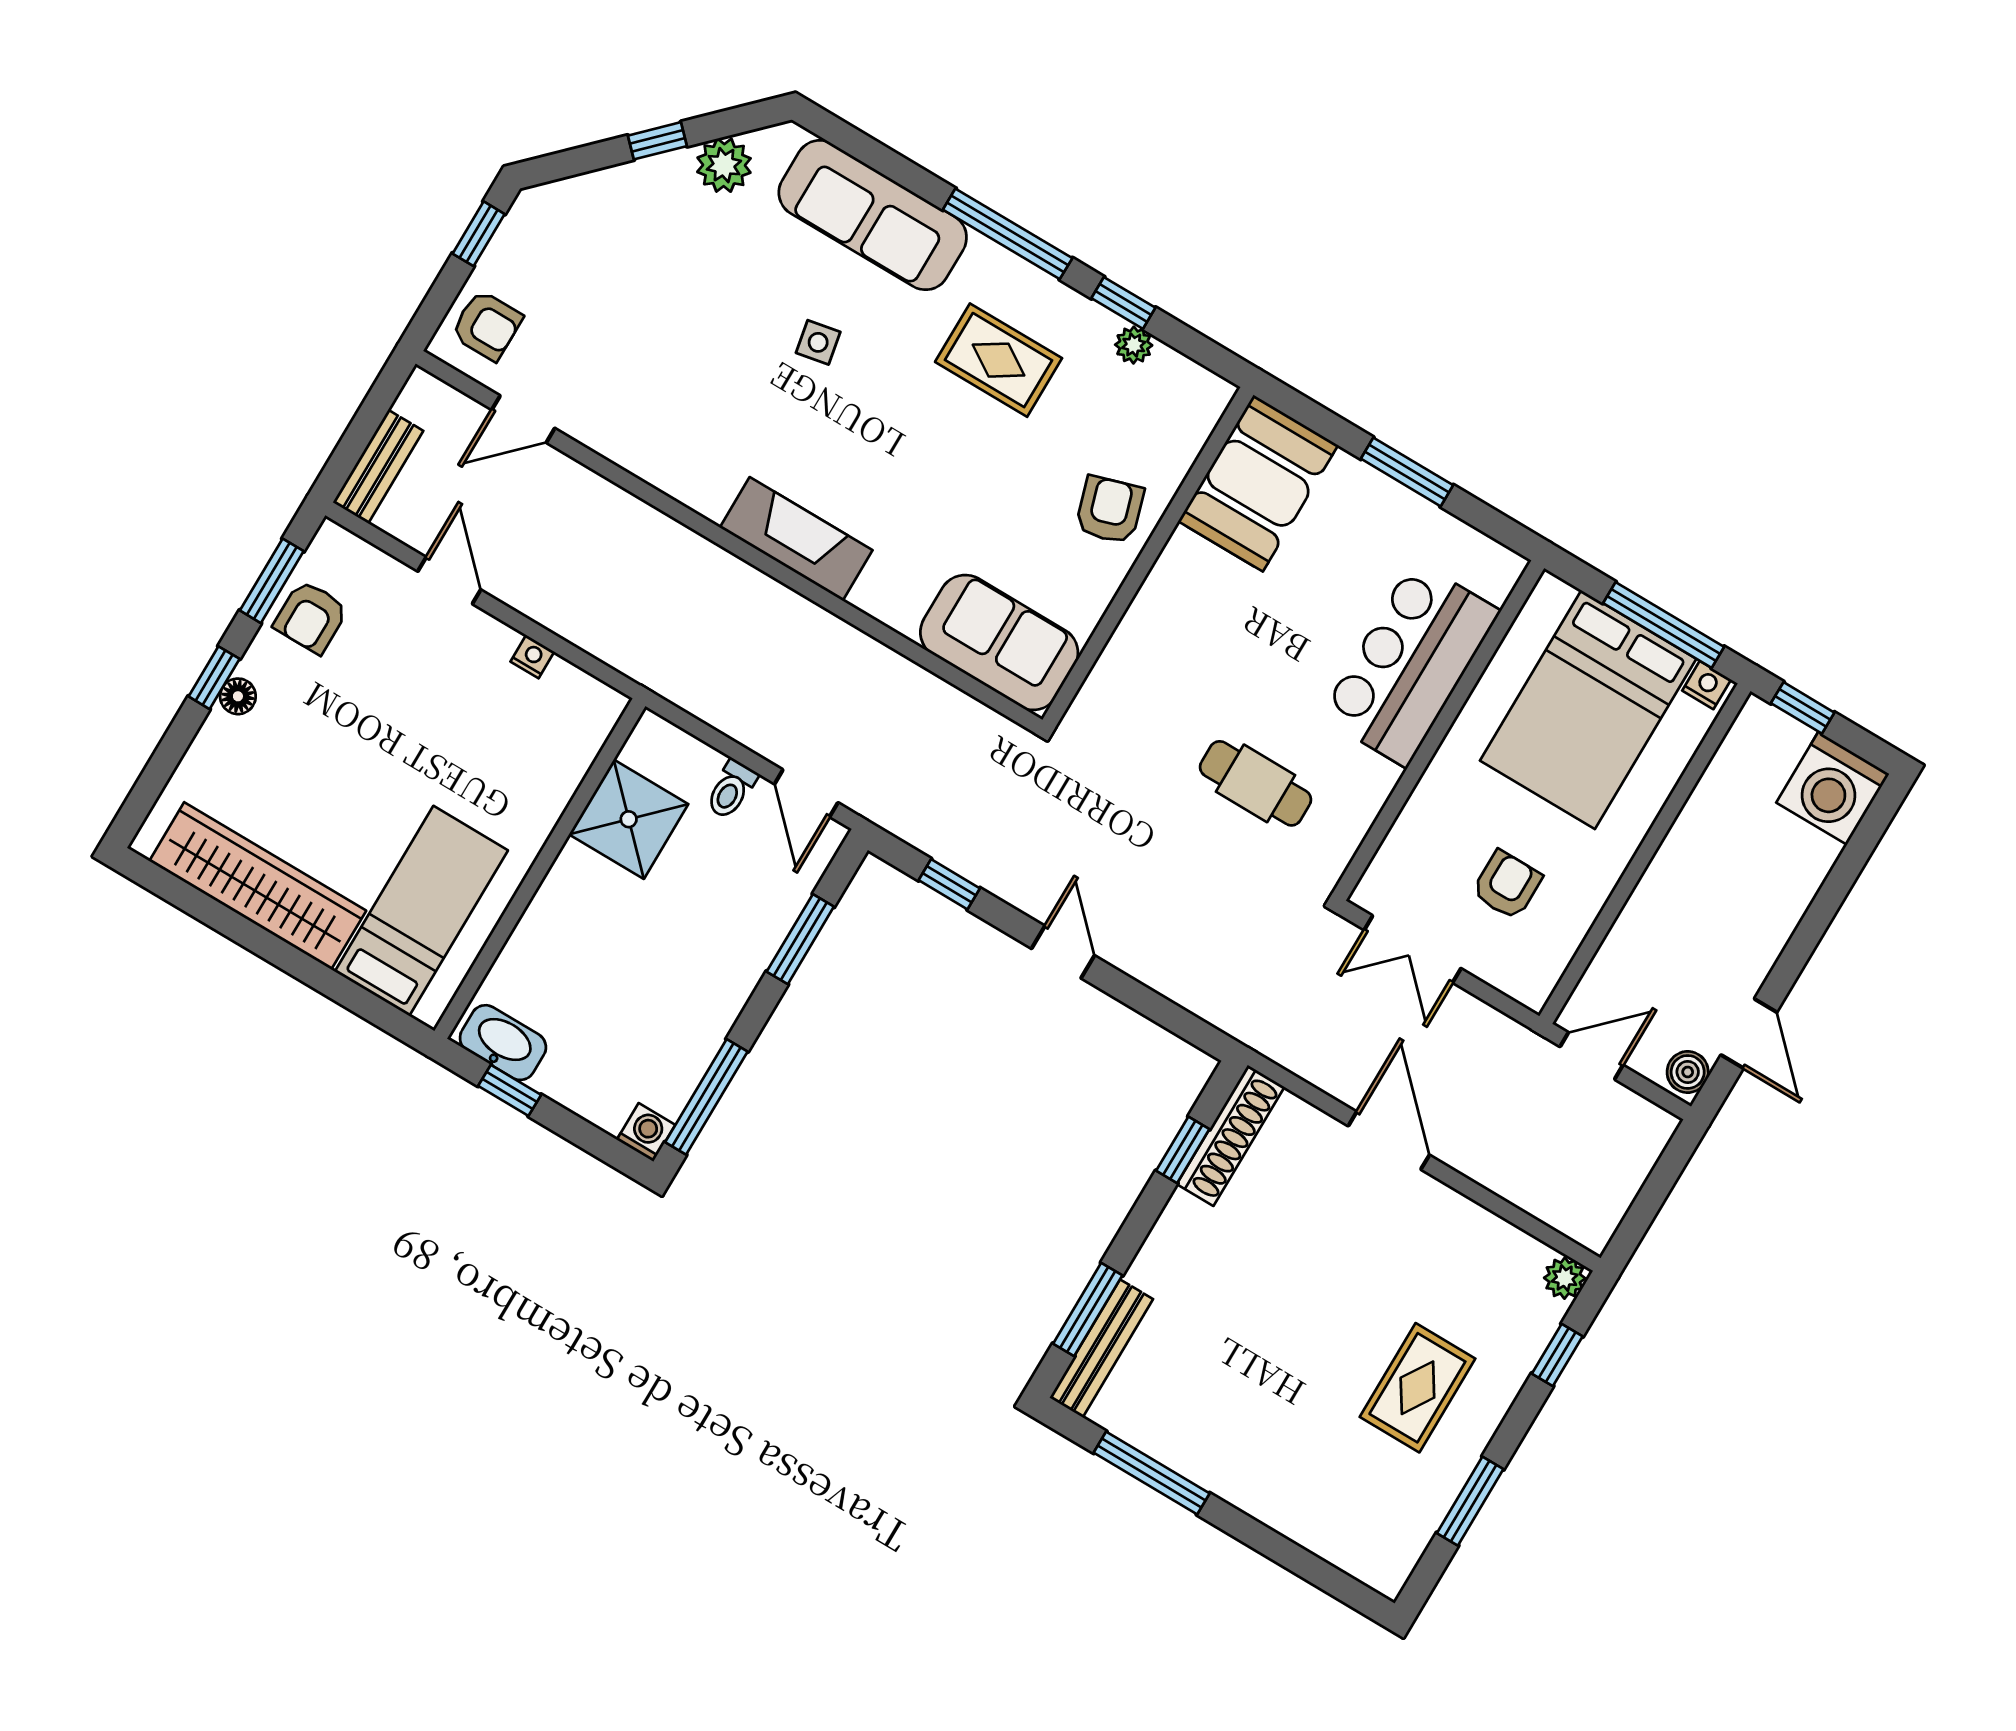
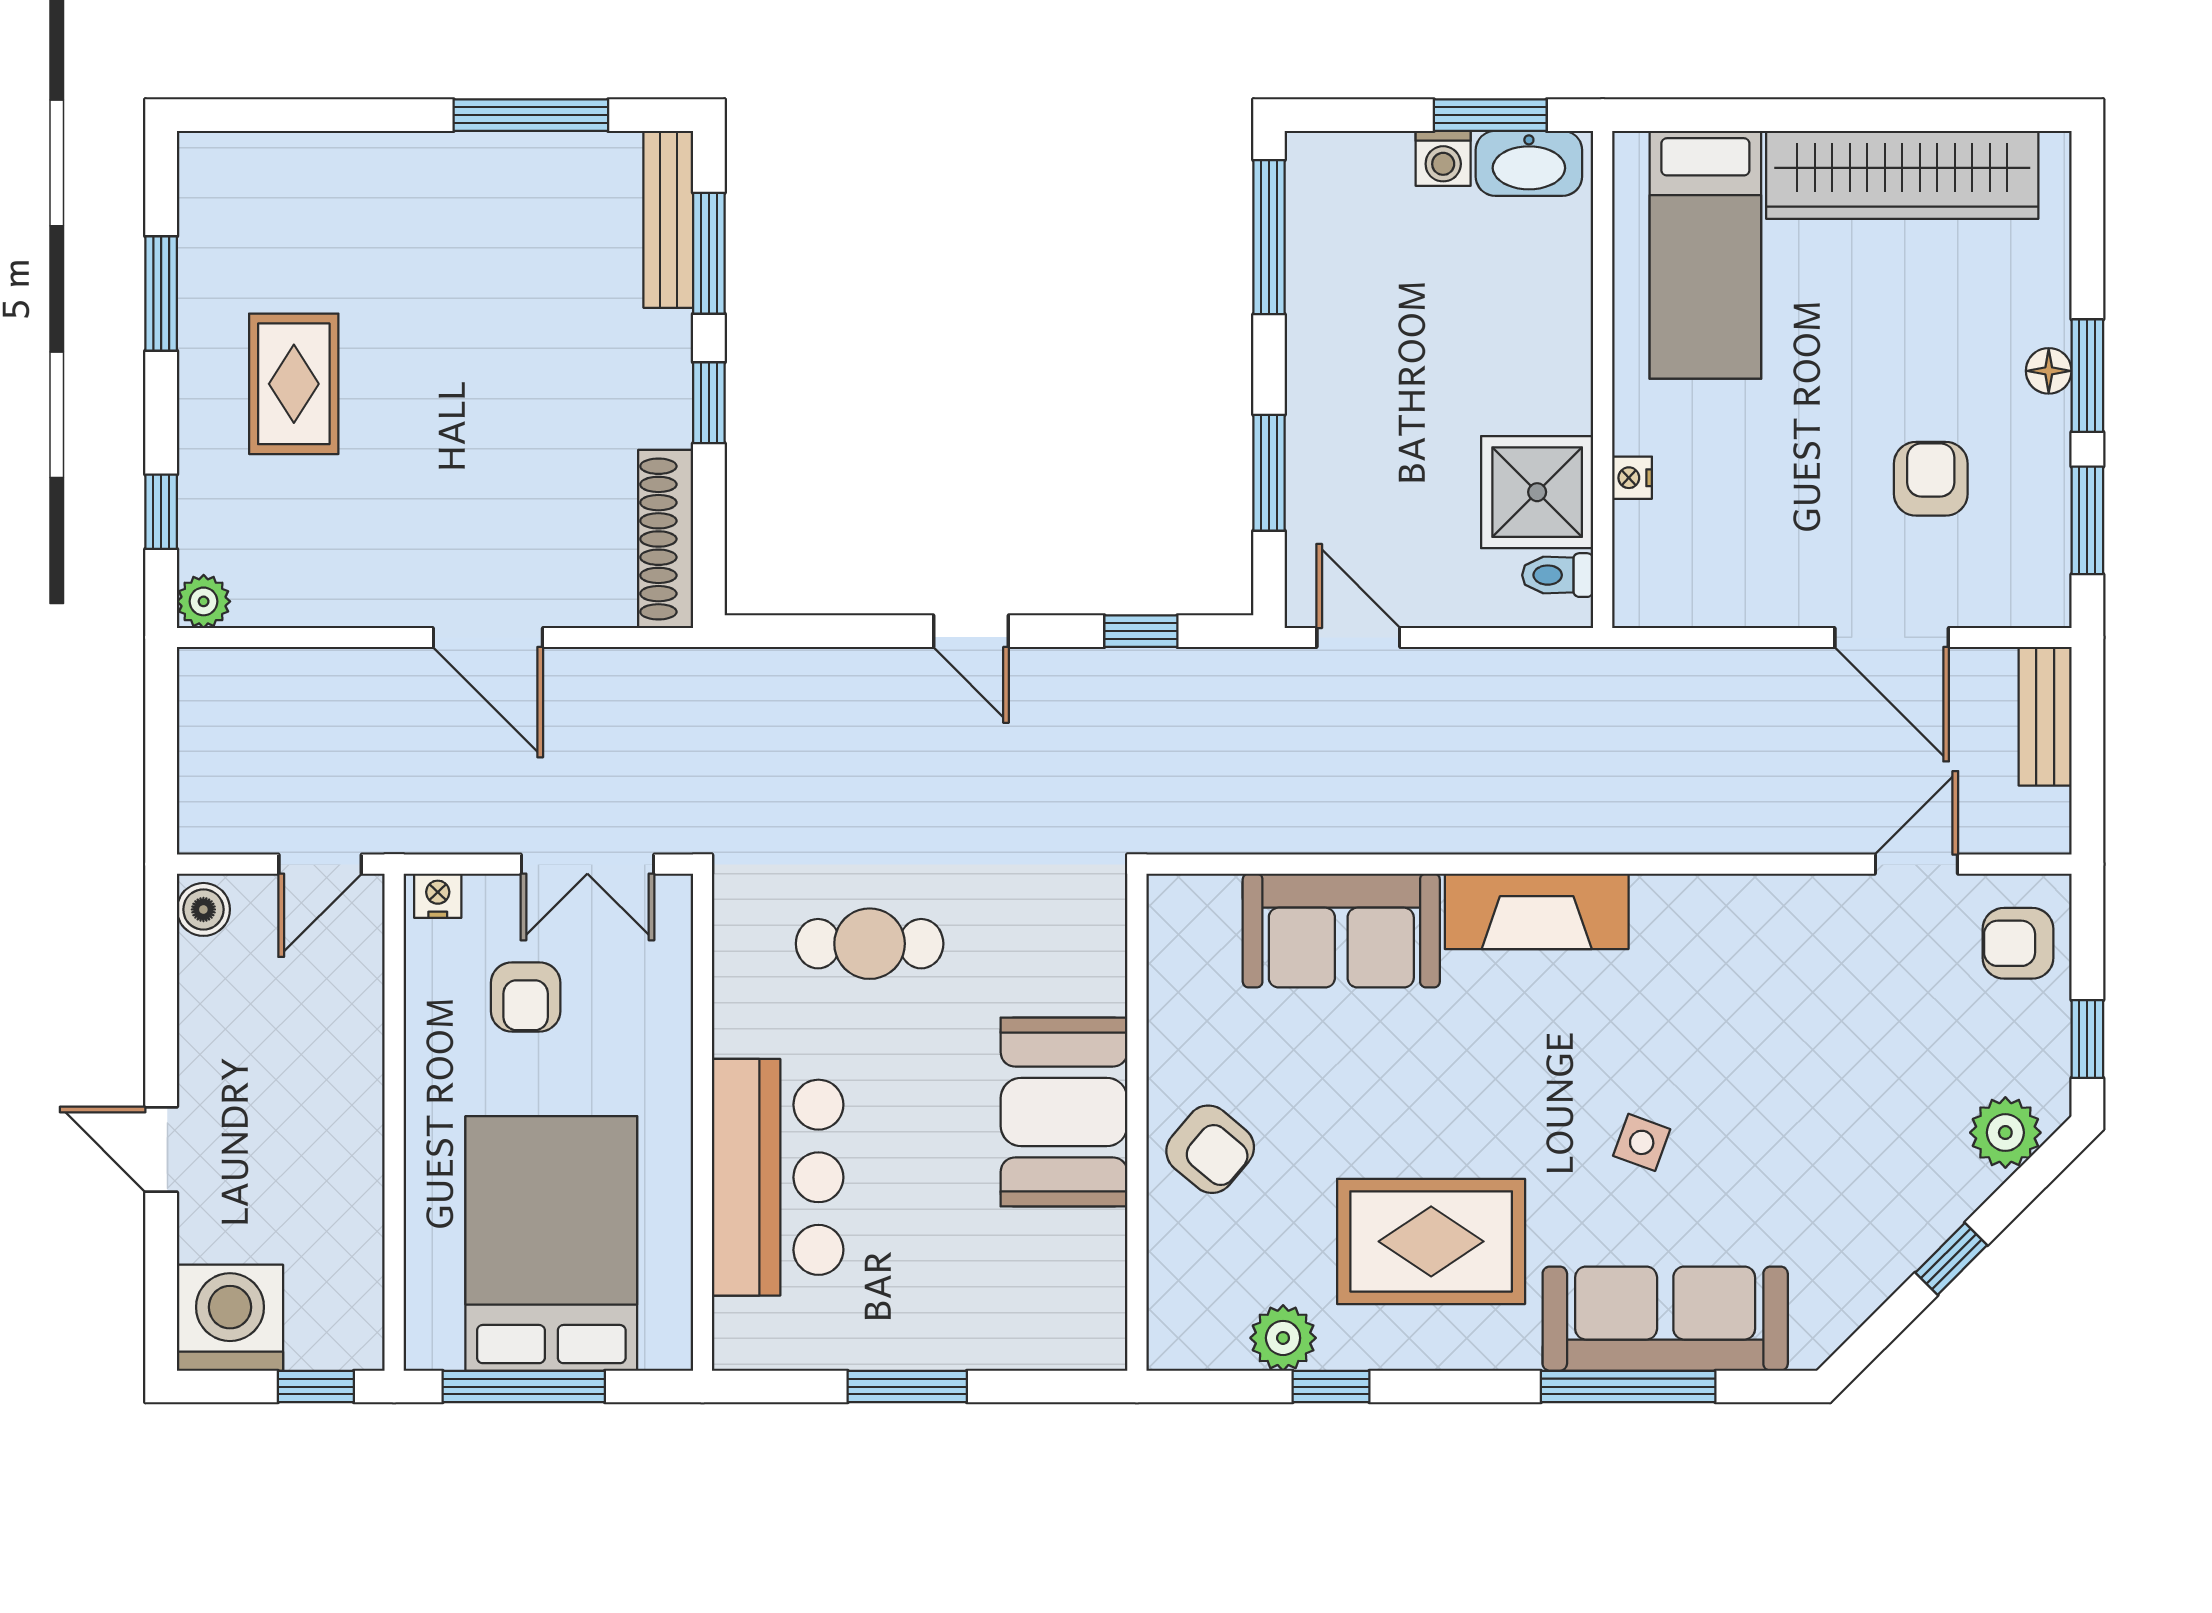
plant: (724, 165) -> (2005, 1133), moved
window: (1008, 234) -> (1628, 1387), moved
side table: (818, 342) -> (1642, 1142), turned 31
plant: (1134, 345) -> (1283, 1338), width x1.38, depth x1.38
rug: (999, 360) -> (1431, 1241), width x1.36, depth x1.43
booth: (1258, 483) -> (1064, 1112), moved
armchair: (1110, 510) -> (1210, 1149), turned -33
door: (449, 580) -> (1892, 637), width x1.37
armchair: (311, 617) -> (1931, 479), moved
sofa: (999, 642) -> (1341, 930), moved
nightstand: (532, 657) -> (1632, 478), moved, turned 90
window: (214, 678) -> (2087, 376), width x1.50
nightstand: (1707, 685) -> (438, 896), moved, turned 180
toilet: (731, 789) -> (1558, 575), moved, turned -90
double door: (1413, 949) -> (587, 864), swing flipped
door: (1749, 1034) -> (161, 1149), moved
window: (510, 1090) -> (1490, 115), width x1.50
washing machine: (646, 1132) -> (1443, 158), moved
window: (1183, 1150) -> (709, 403), moved

